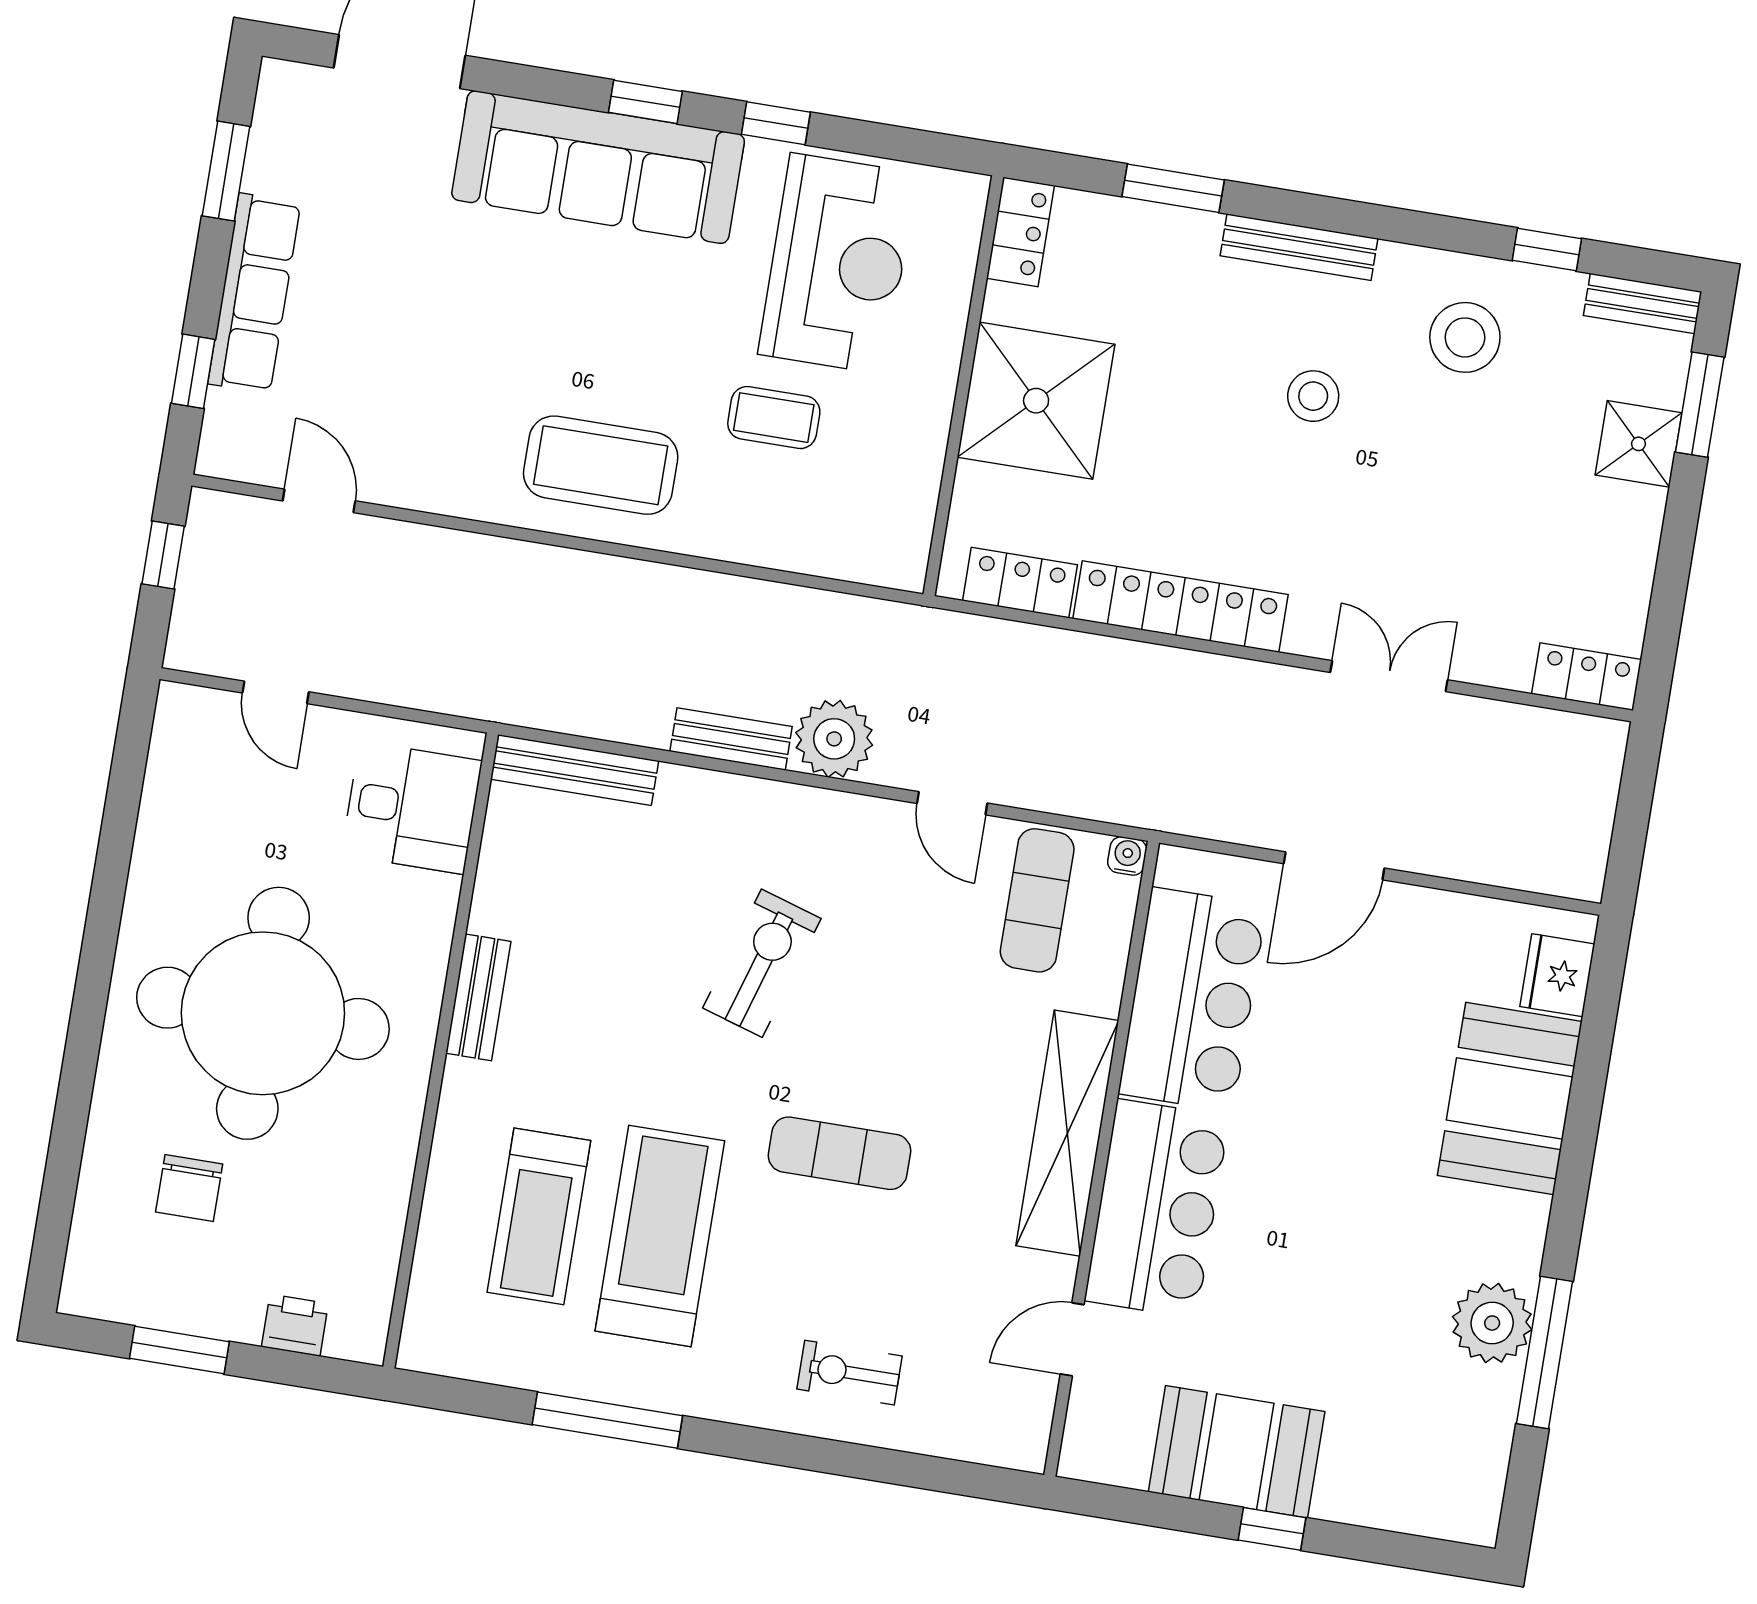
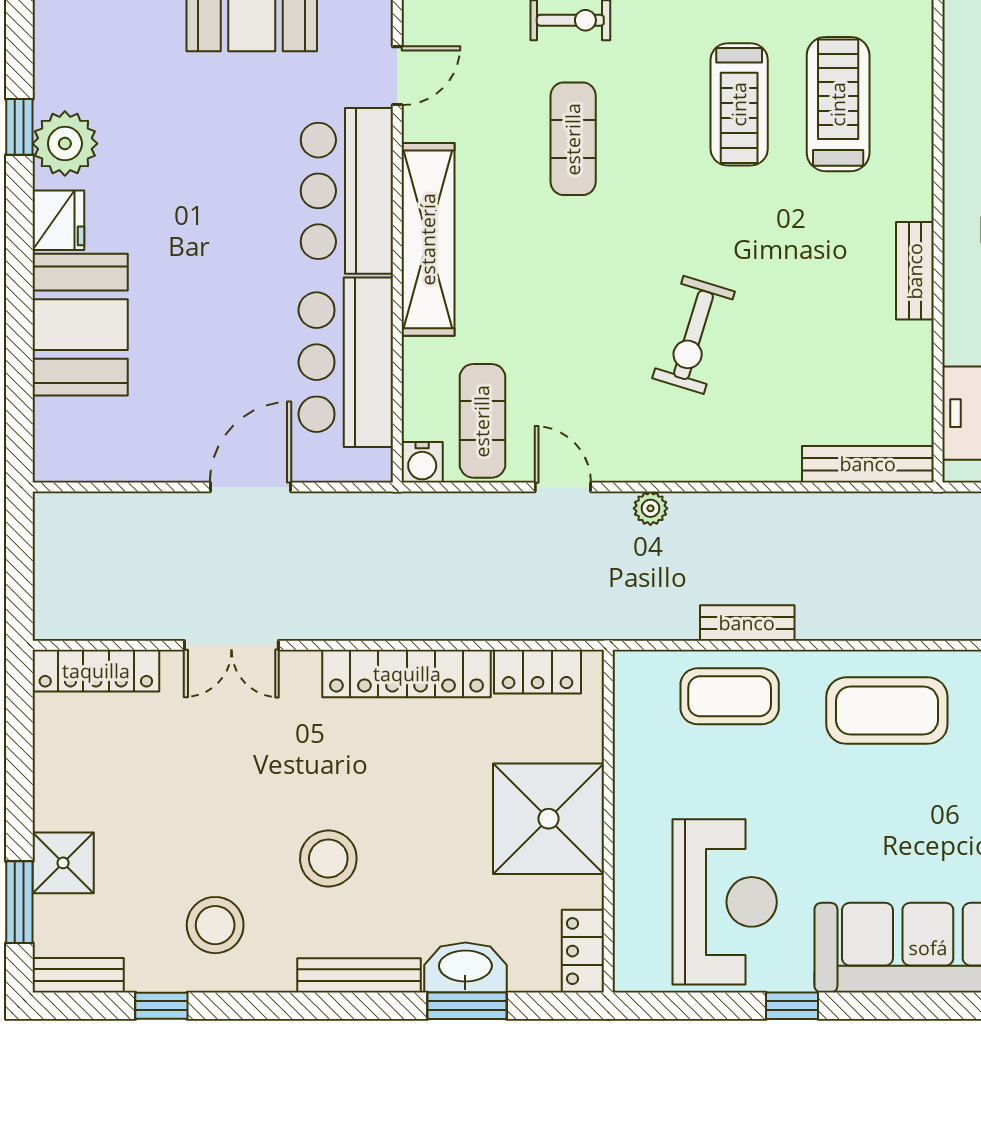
window: (645, 102) -> (899, 1006), removed
washbasin: (1167, 235) -> (465, 967), added
reception desk: (837, 264) -> (725, 902), turned 180
stool: (1313, 396) -> (328, 859), width x1.38, depth x1.38
coffee table: (774, 418) -> (730, 696), moved, width x1.36, depth x1.30
locker: (1587, 677) -> (96, 671), width x1.53
bench: (731, 739) -> (747, 623), moved
plant: (834, 739) -> (650, 508), width x0.53, depth x0.53
water cooler: (1127, 856) -> (422, 462), width x1.38, depth x1.38
fridge: (1557, 975) -> (58, 220), moved
exercise mat: (839, 1153) -> (573, 139), moved, turned 90
treadmill: (660, 1236) -> (739, 104), width x0.73, depth x0.73
window: (1545, 1353) -> (19, 127), width x0.46

